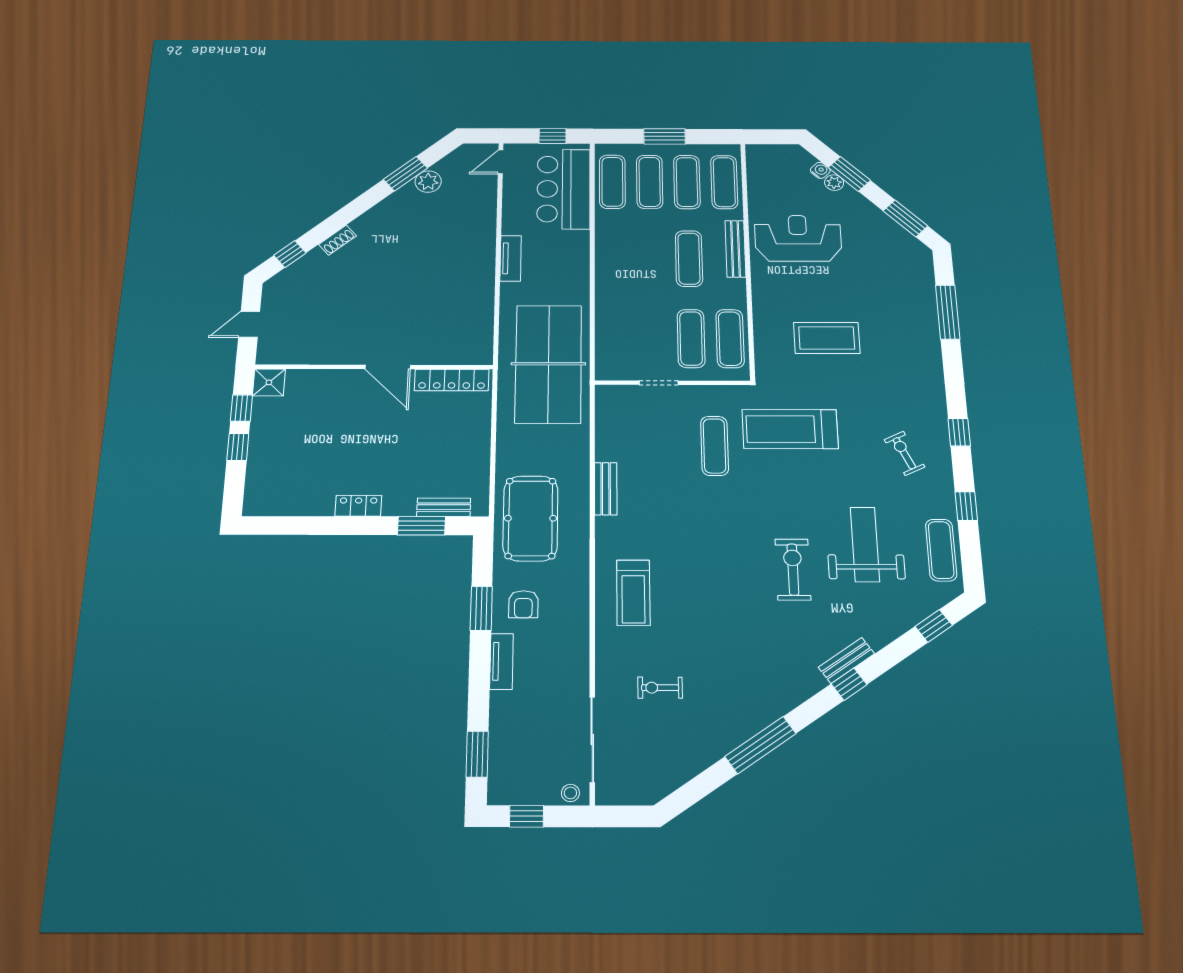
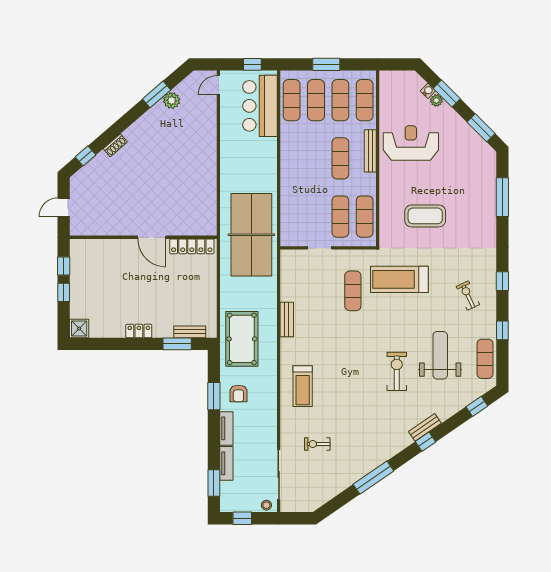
tv unit: (511, 258) -> (226, 463), moved
shower: (269, 382) -> (79, 328), moved

